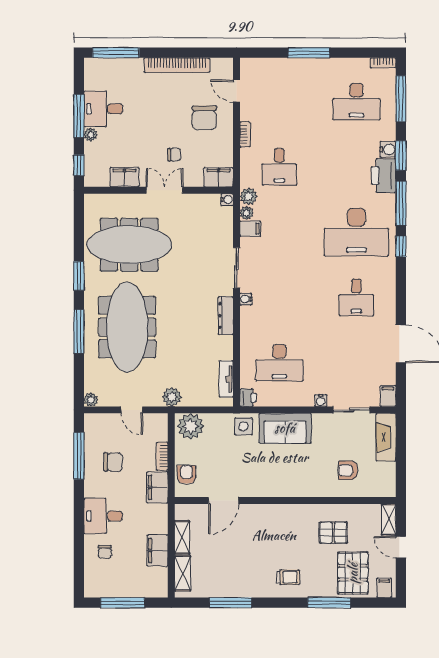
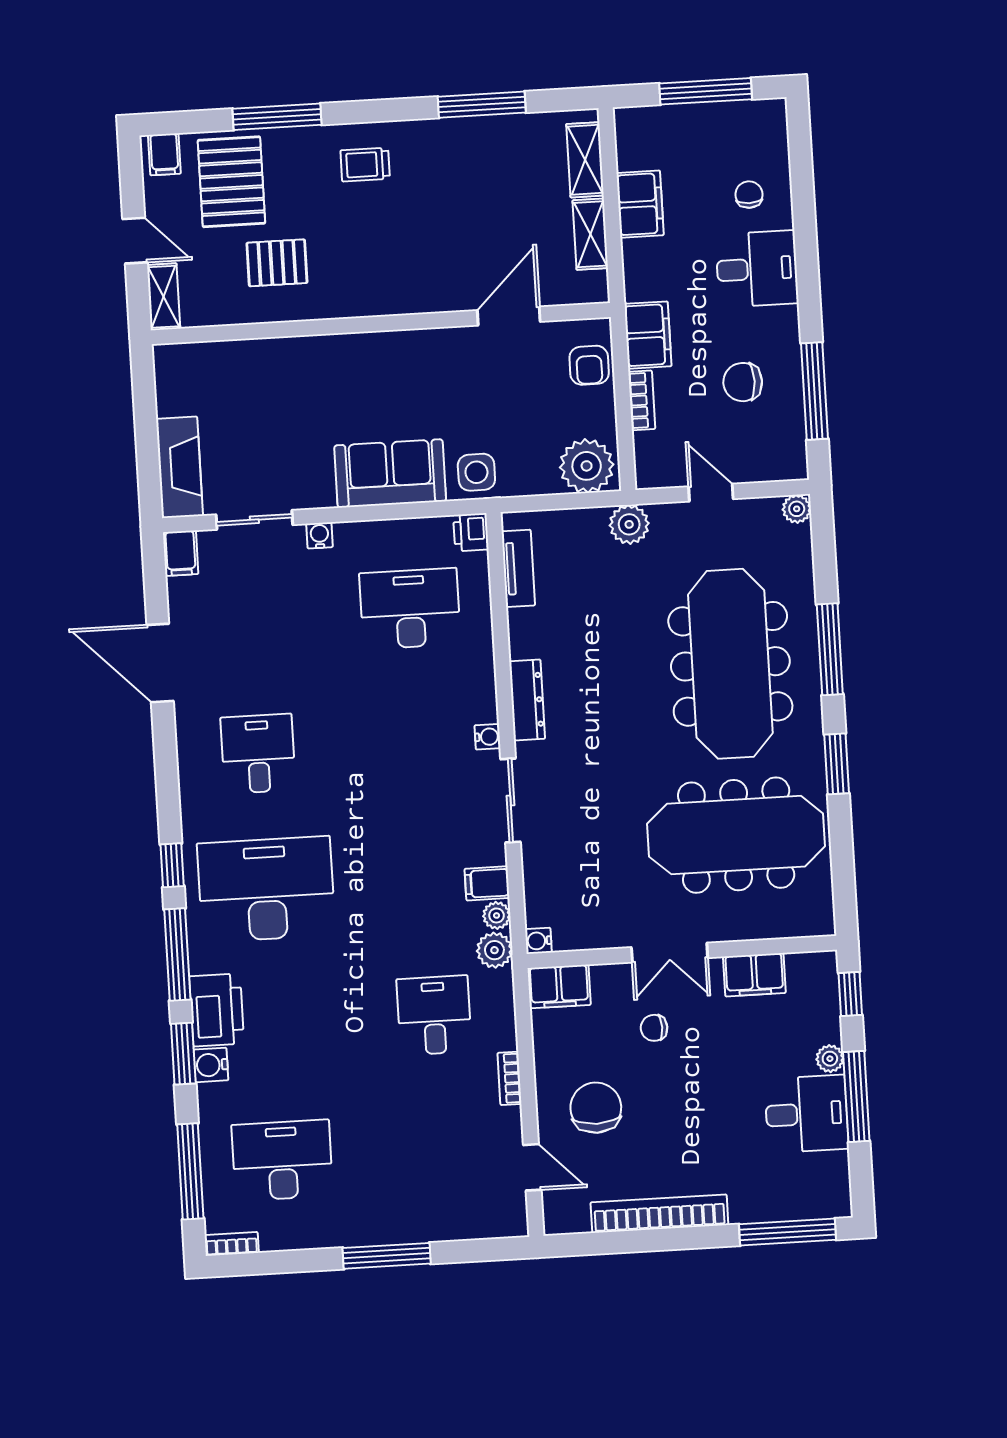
armchair: (348, 470) -> (254, 394), removed

